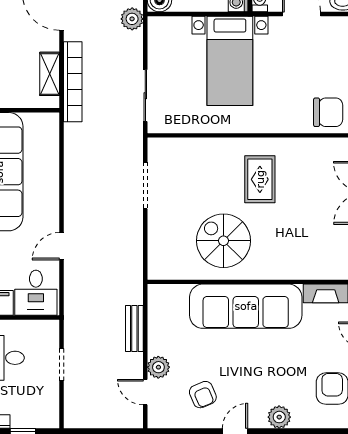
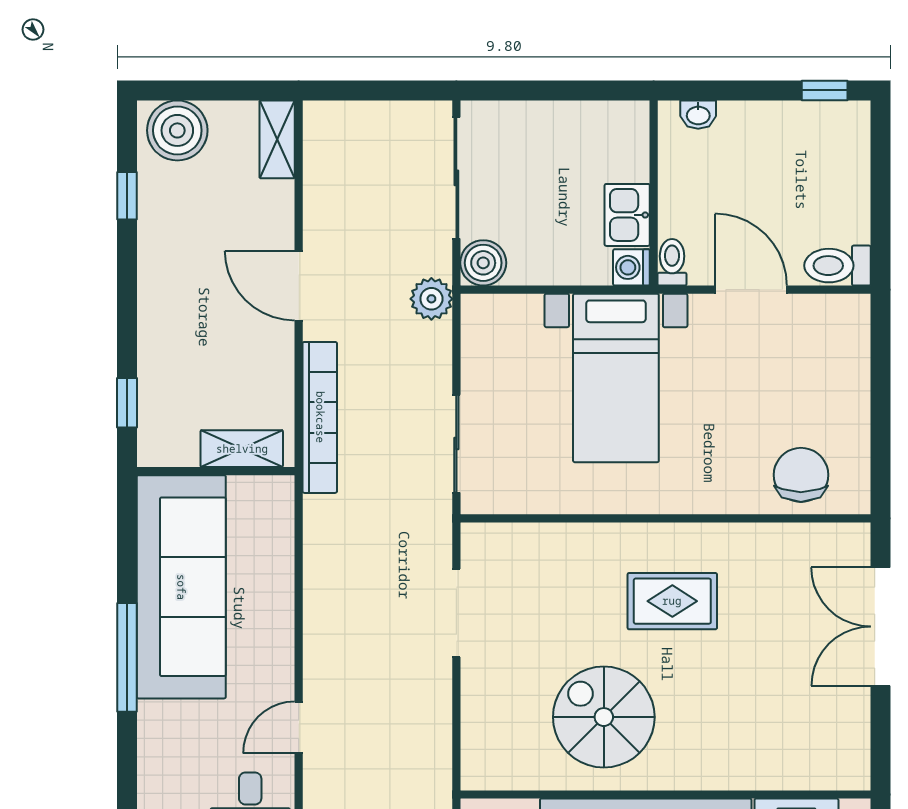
shelving: (50, 74) -> (242, 449), moved, turned 90
chair: (328, 112) -> (801, 475), turned -90
rug: (260, 179) -> (672, 601), turned 90

